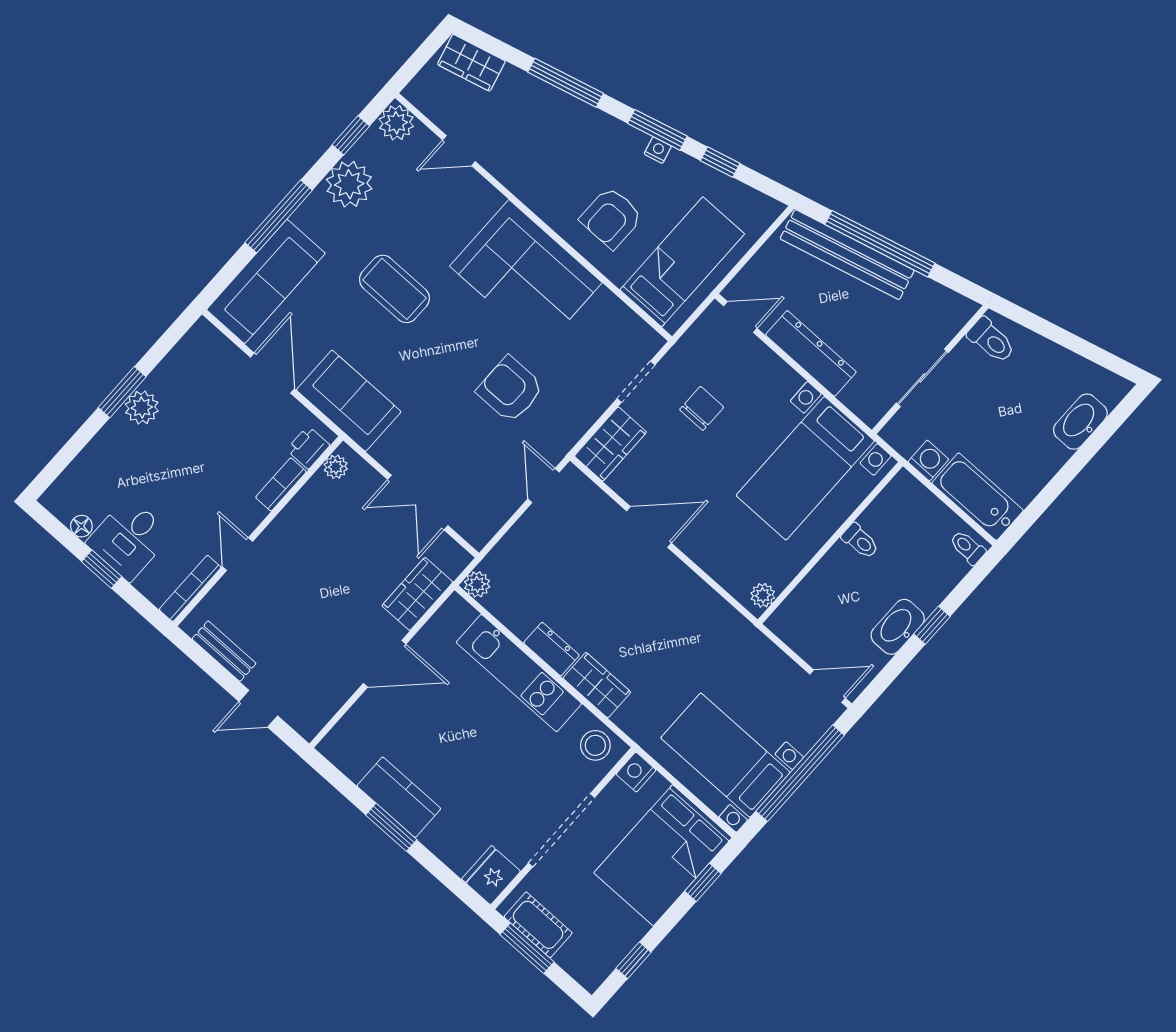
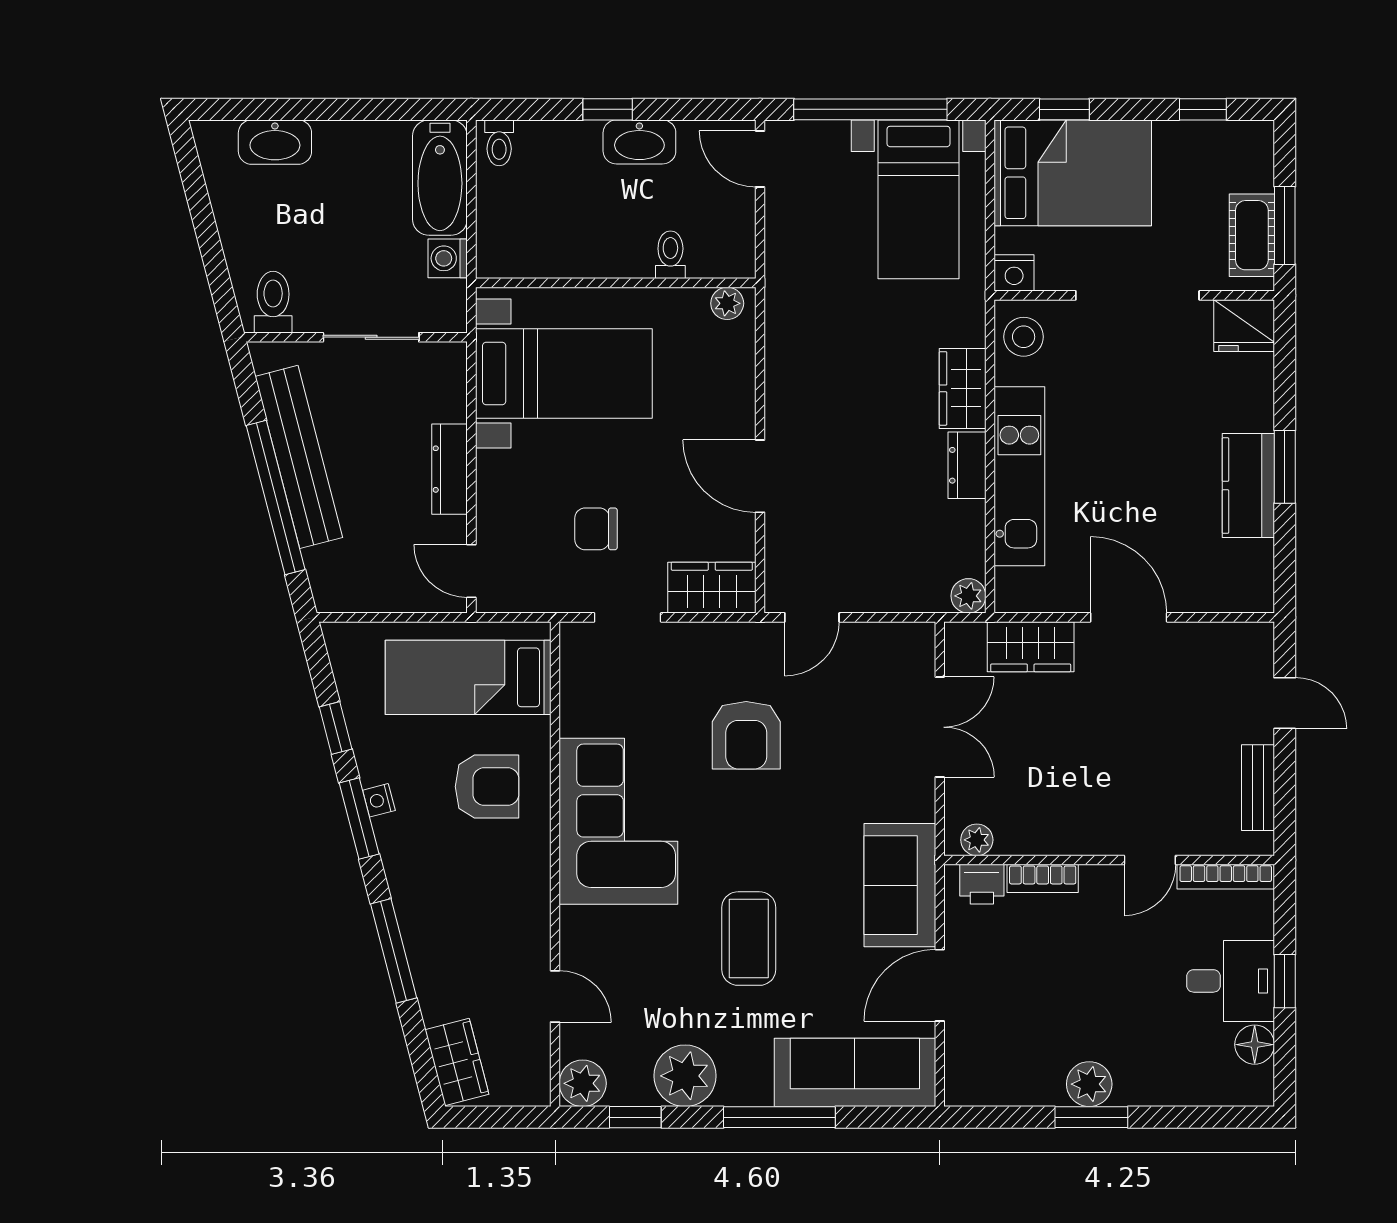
bench: (847, 255) -> (299, 457), moved
dresser: (811, 353) -> (450, 469), width x0.73, depth x0.80
floor lamp: (81, 526) -> (1255, 1045), width x1.37, depth x1.37
toilet: (860, 541) -> (670, 255), moved

